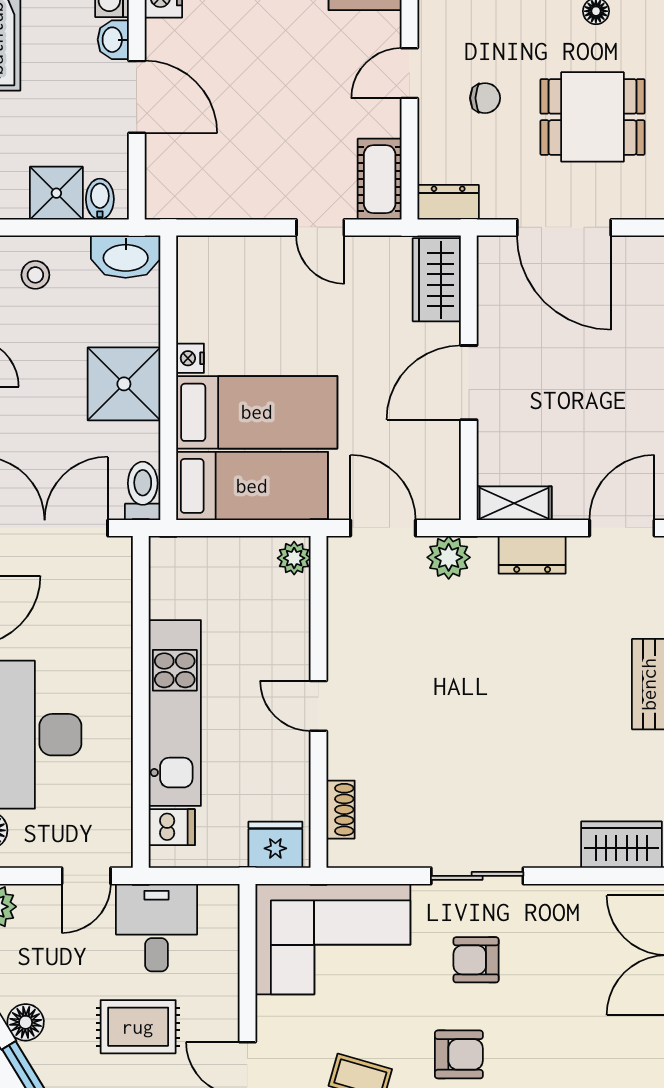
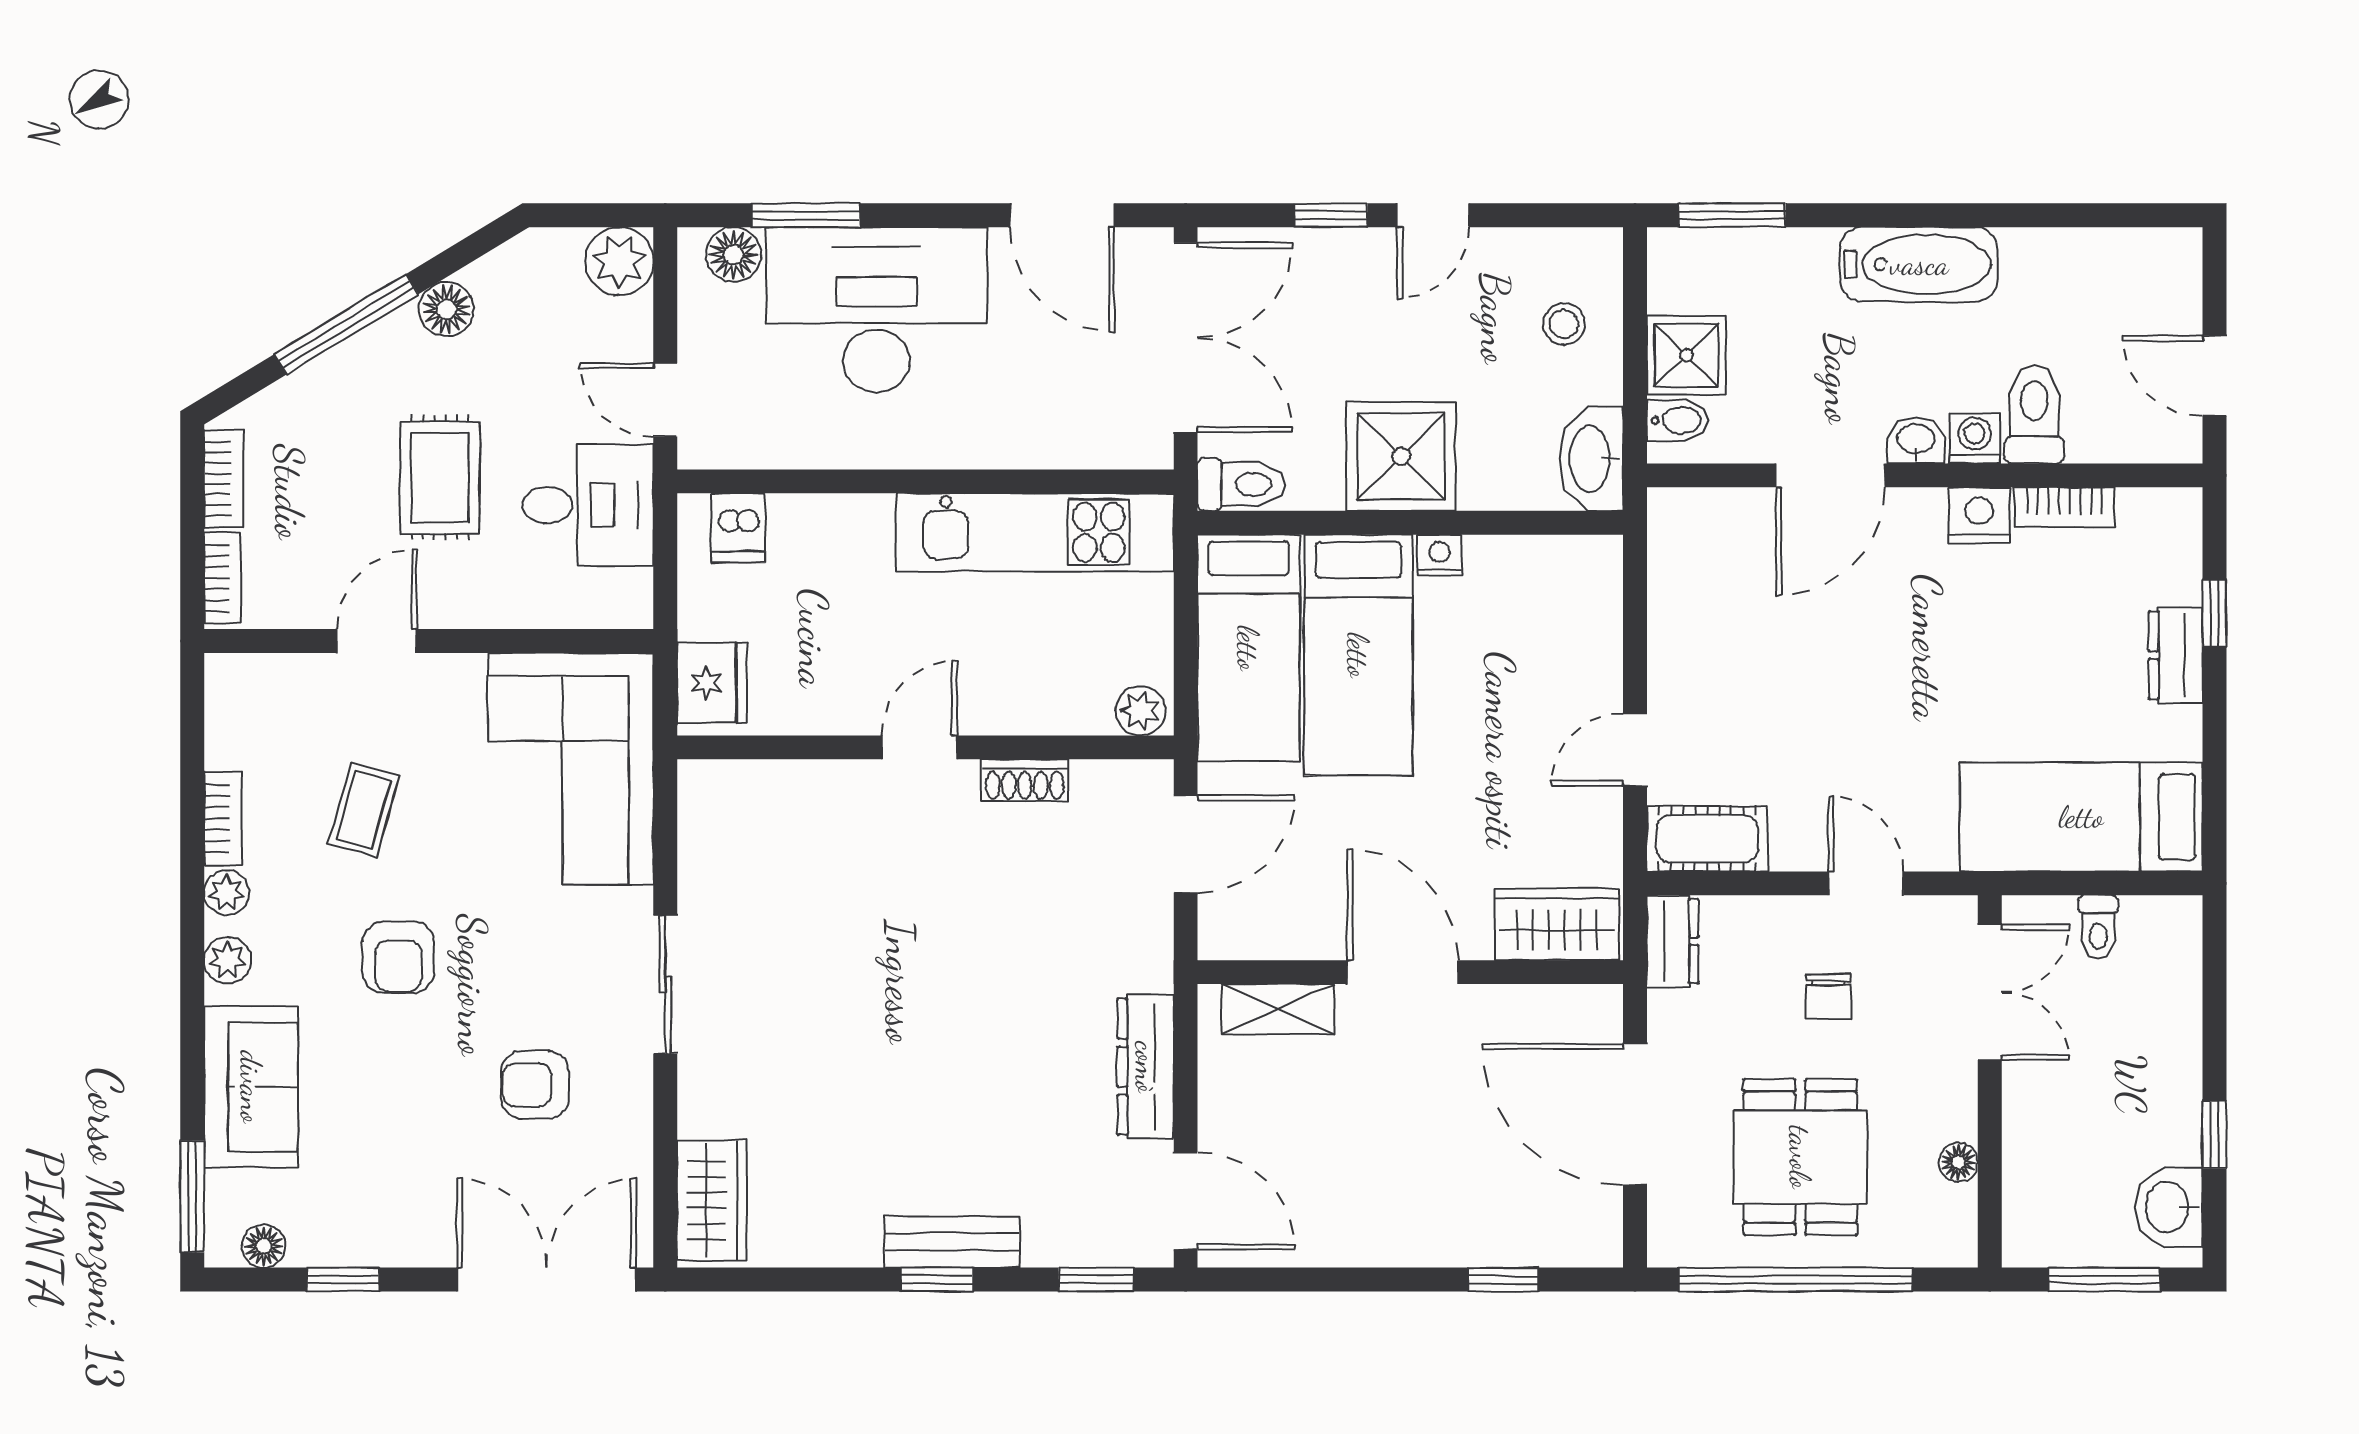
door: (564, 227) -> (1635, 1114), hinge flipped
shelving: (514, 503) -> (1278, 1009), moved, turned 90
dresser: (532, 555) -> (1146, 1067), width x1.44
plant: (449, 557) -> (1142, 942), removed
kitchen unit: (175, 713) -> (1035, 532), moved
shoe rack: (341, 810) -> (1025, 780), moved
armchair: (476, 960) -> (535, 1085), moved, turned -90

